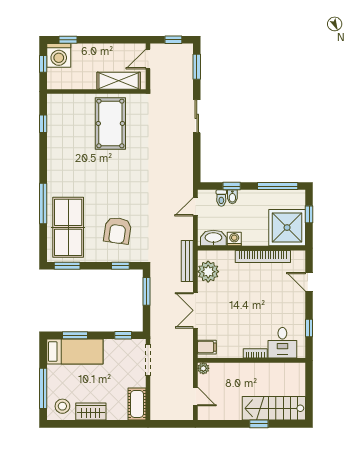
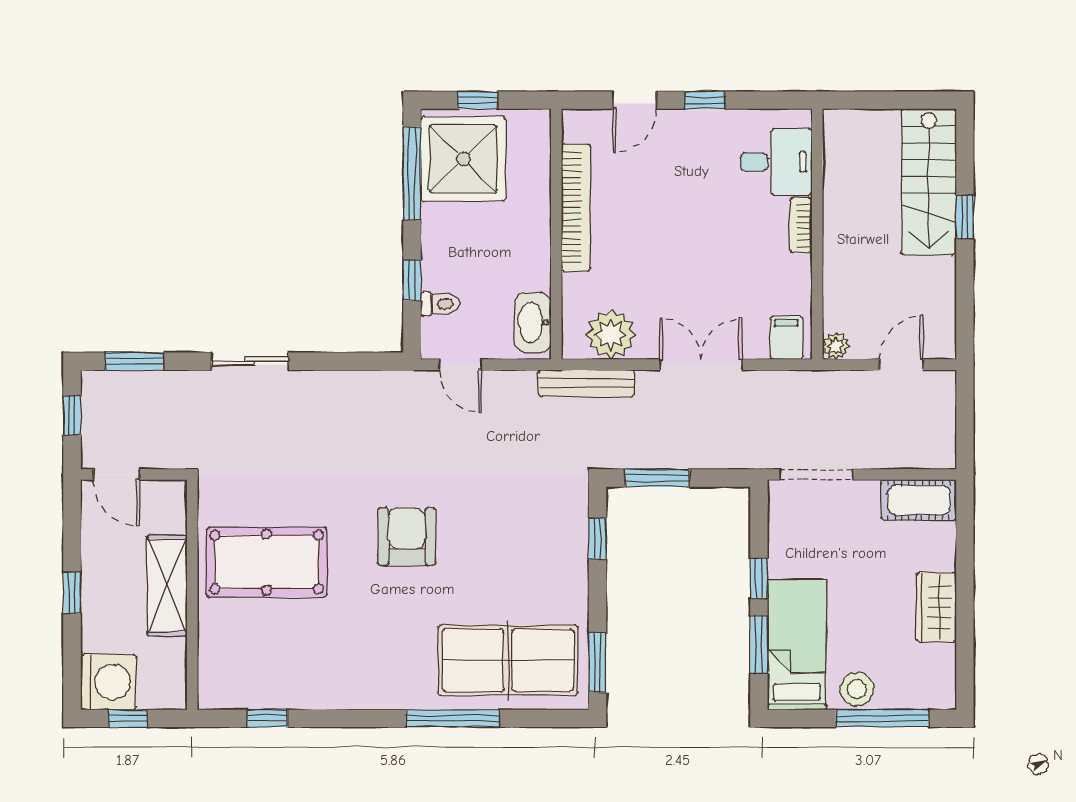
window: (68, 40) -> (72, 593), moved
shelving: (119, 81) -> (167, 586), moved
bidet: (232, 197) -> (437, 278), removed
shower: (287, 228) -> (463, 159), moved
armchair: (118, 231) -> (407, 537), moved, turned -98
washing machine: (234, 239) -> (535, 274), removed
double door: (195, 310) -> (701, 365), swing flipped
window: (309, 328) -> (705, 100), moved
window: (123, 335) -> (759, 578), moved
stool: (62, 406) -> (857, 689), moved

